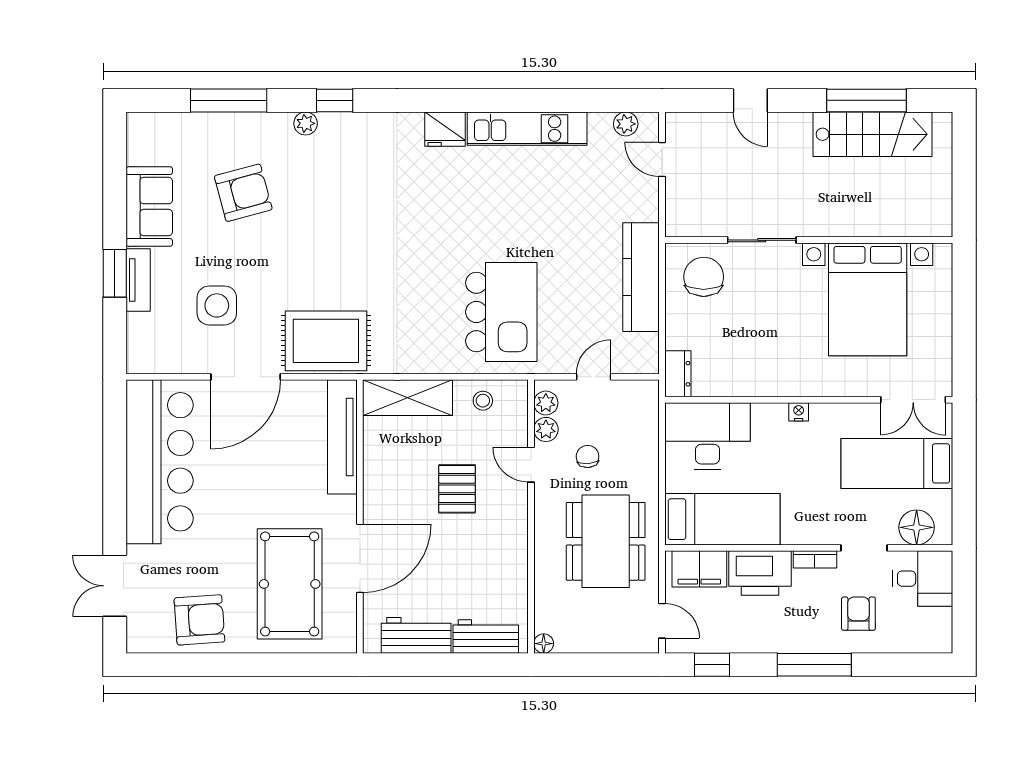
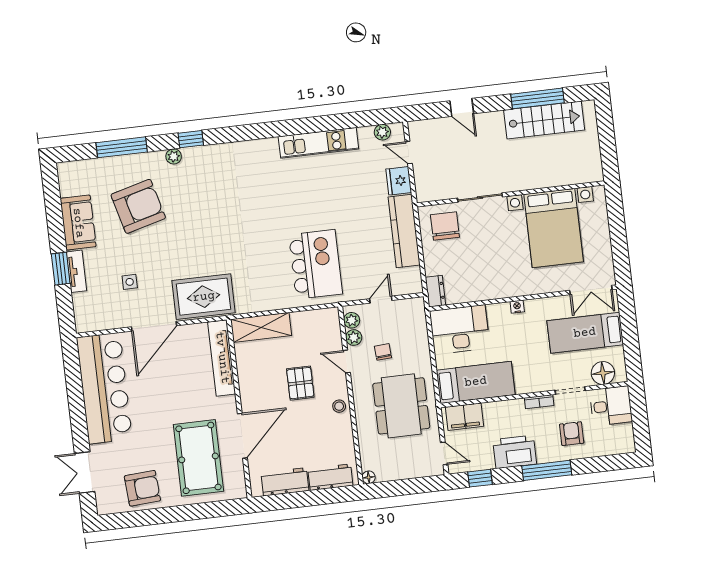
fridge: (445, 129) -> (399, 181), moved, turned 90
armchair: (243, 193) -> (138, 206), width x1.36, depth x1.36
side table: (217, 305) -> (130, 282), width x0.54, depth x0.54
stool: (483, 401) -> (339, 406), moved
printer: (760, 573) -> (515, 452), moved, turned 180

